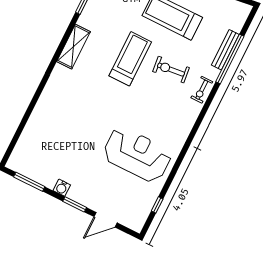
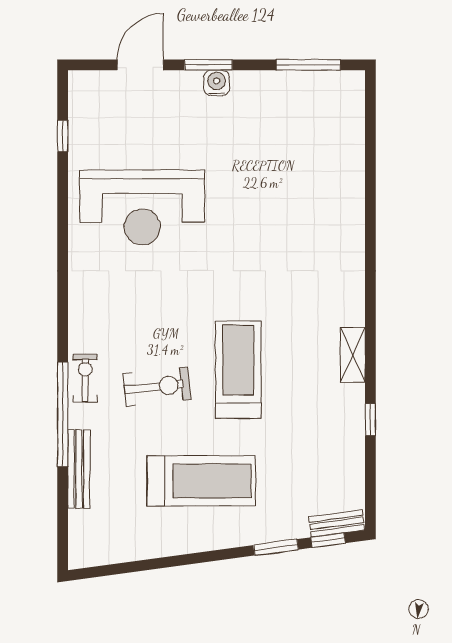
shelving: (73, 47) -> (353, 355), width x0.67, depth x0.75
treadmill: (130, 59) -> (238, 370), turned 180
window: (230, 59) -> (63, 414), moved
water cooler: (62, 188) -> (217, 83), moved

